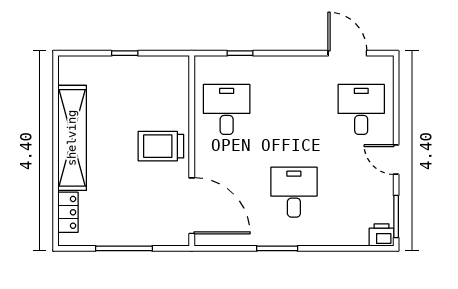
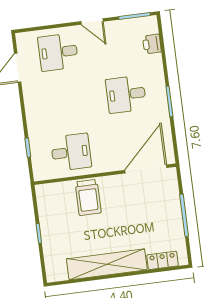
desk: (227, 109) -> (71, 152), turned 180
trolley: (161, 146) -> (88, 198), moved
door: (396, 160) -> (92, 21), hinge flipped
printer: (382, 235) -> (152, 44), moved

